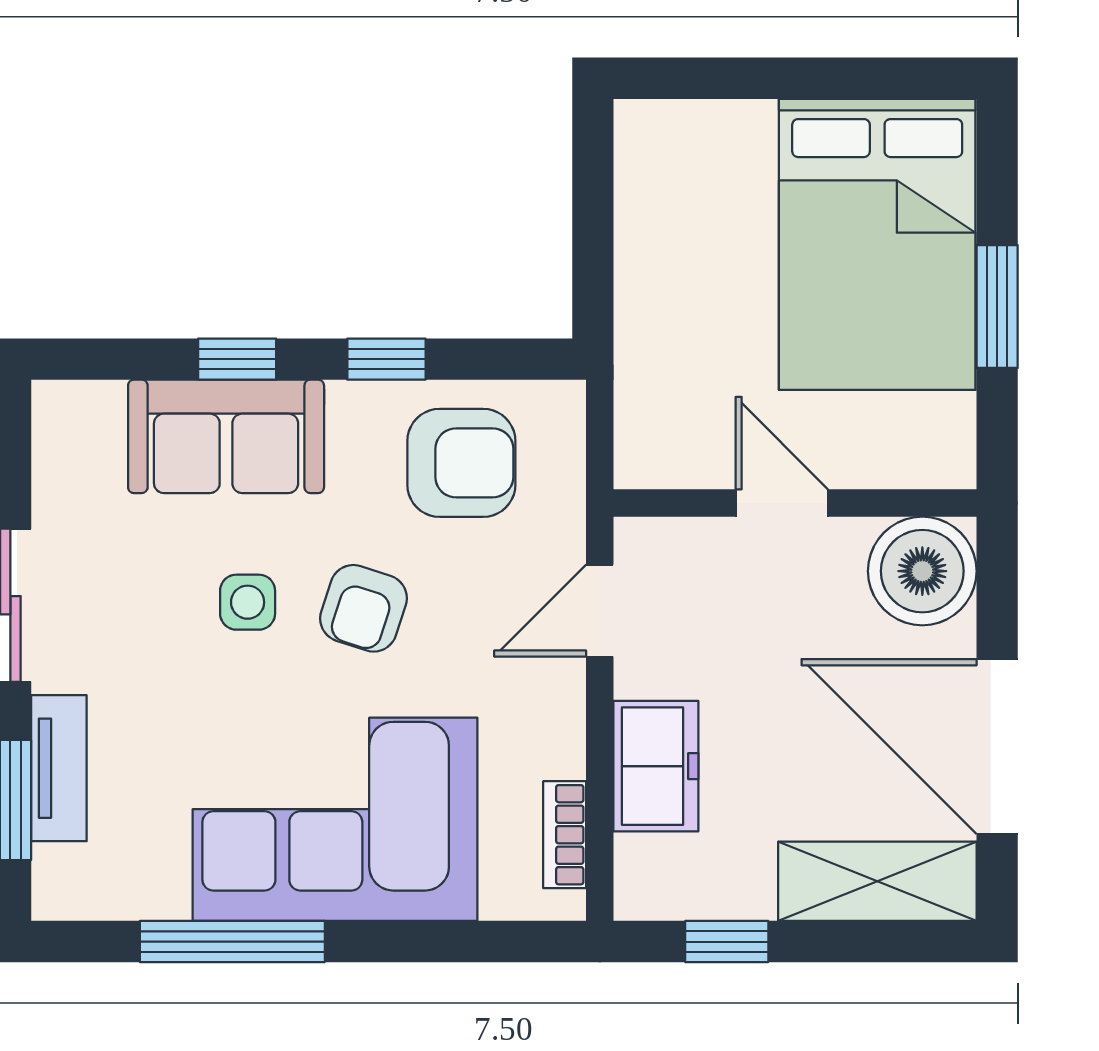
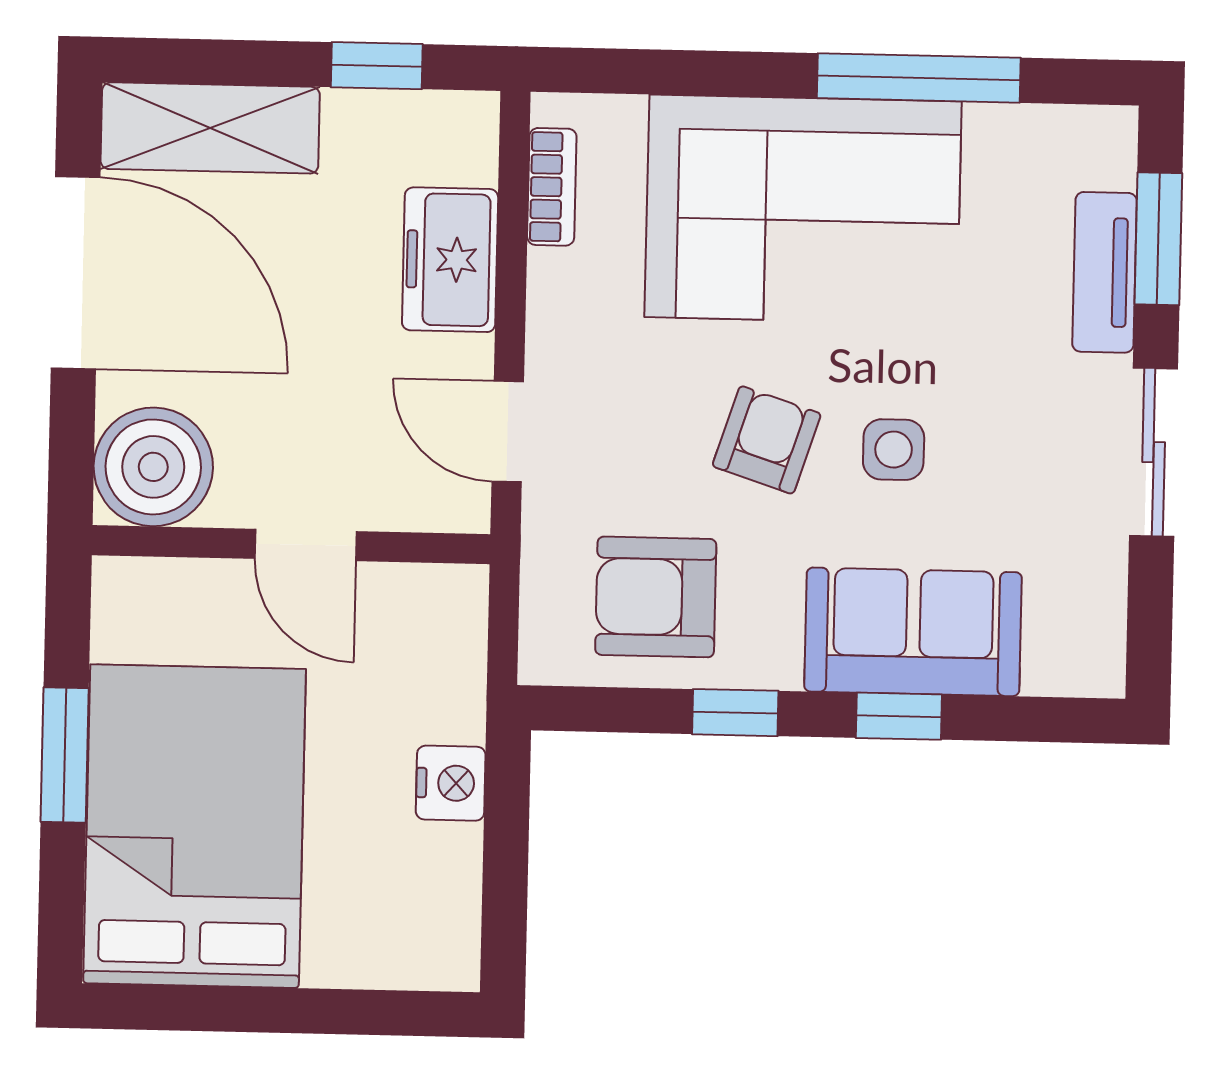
nightstand: (645, 289) -> (451, 783), added
door: (600, 611) -> (508, 432), swing flipped

